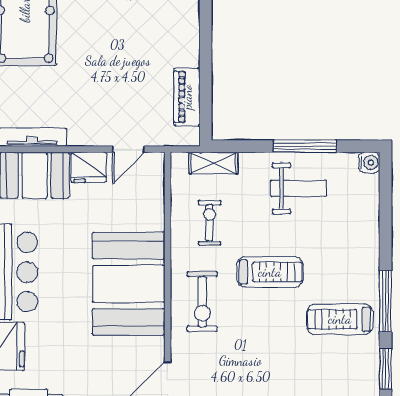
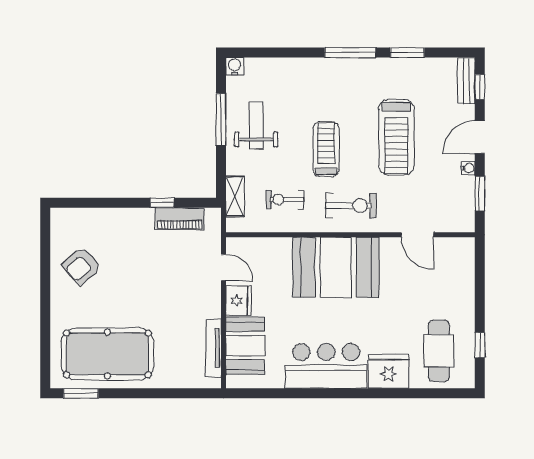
window: (206, 76) -> (162, 203), added
treadmill: (340, 319) -> (396, 137), moved, width x1.37, depth x1.38

